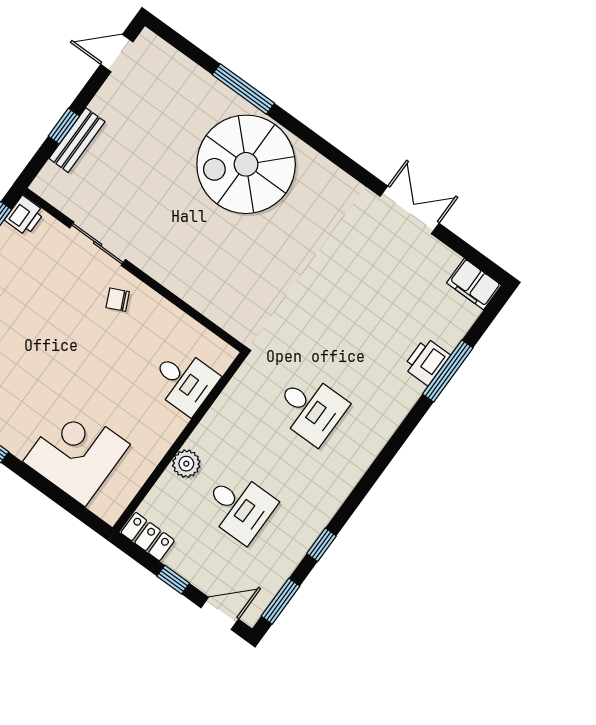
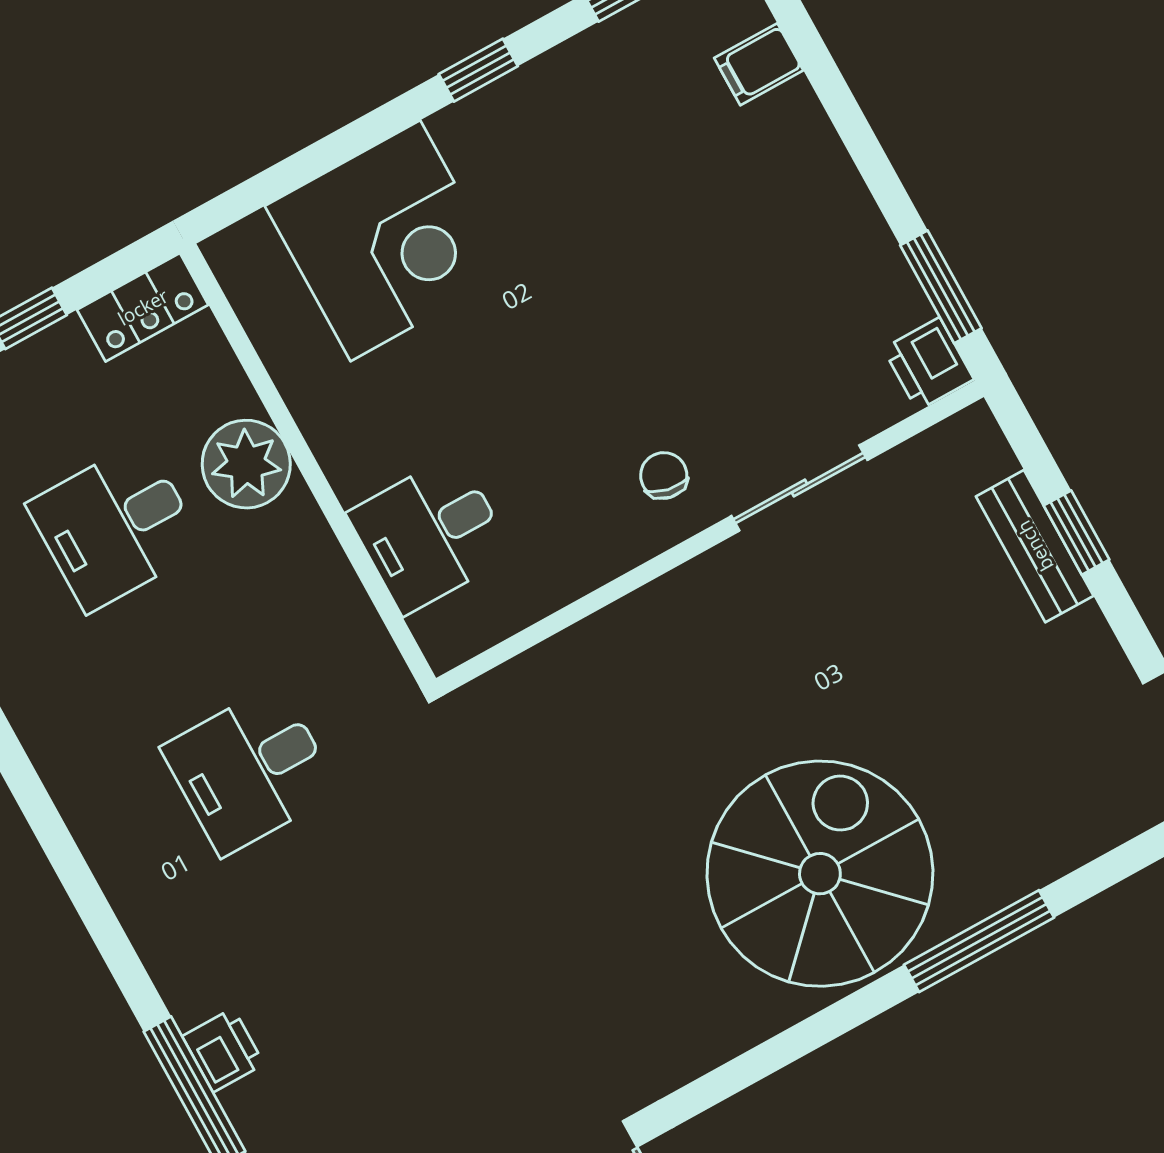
chair: (118, 300) -> (664, 475), turned -53
printer: (427, 361) -> (223, 1050), width x0.73, depth x0.81
plant: (186, 464) -> (246, 464), width x1.36, depth x1.36

